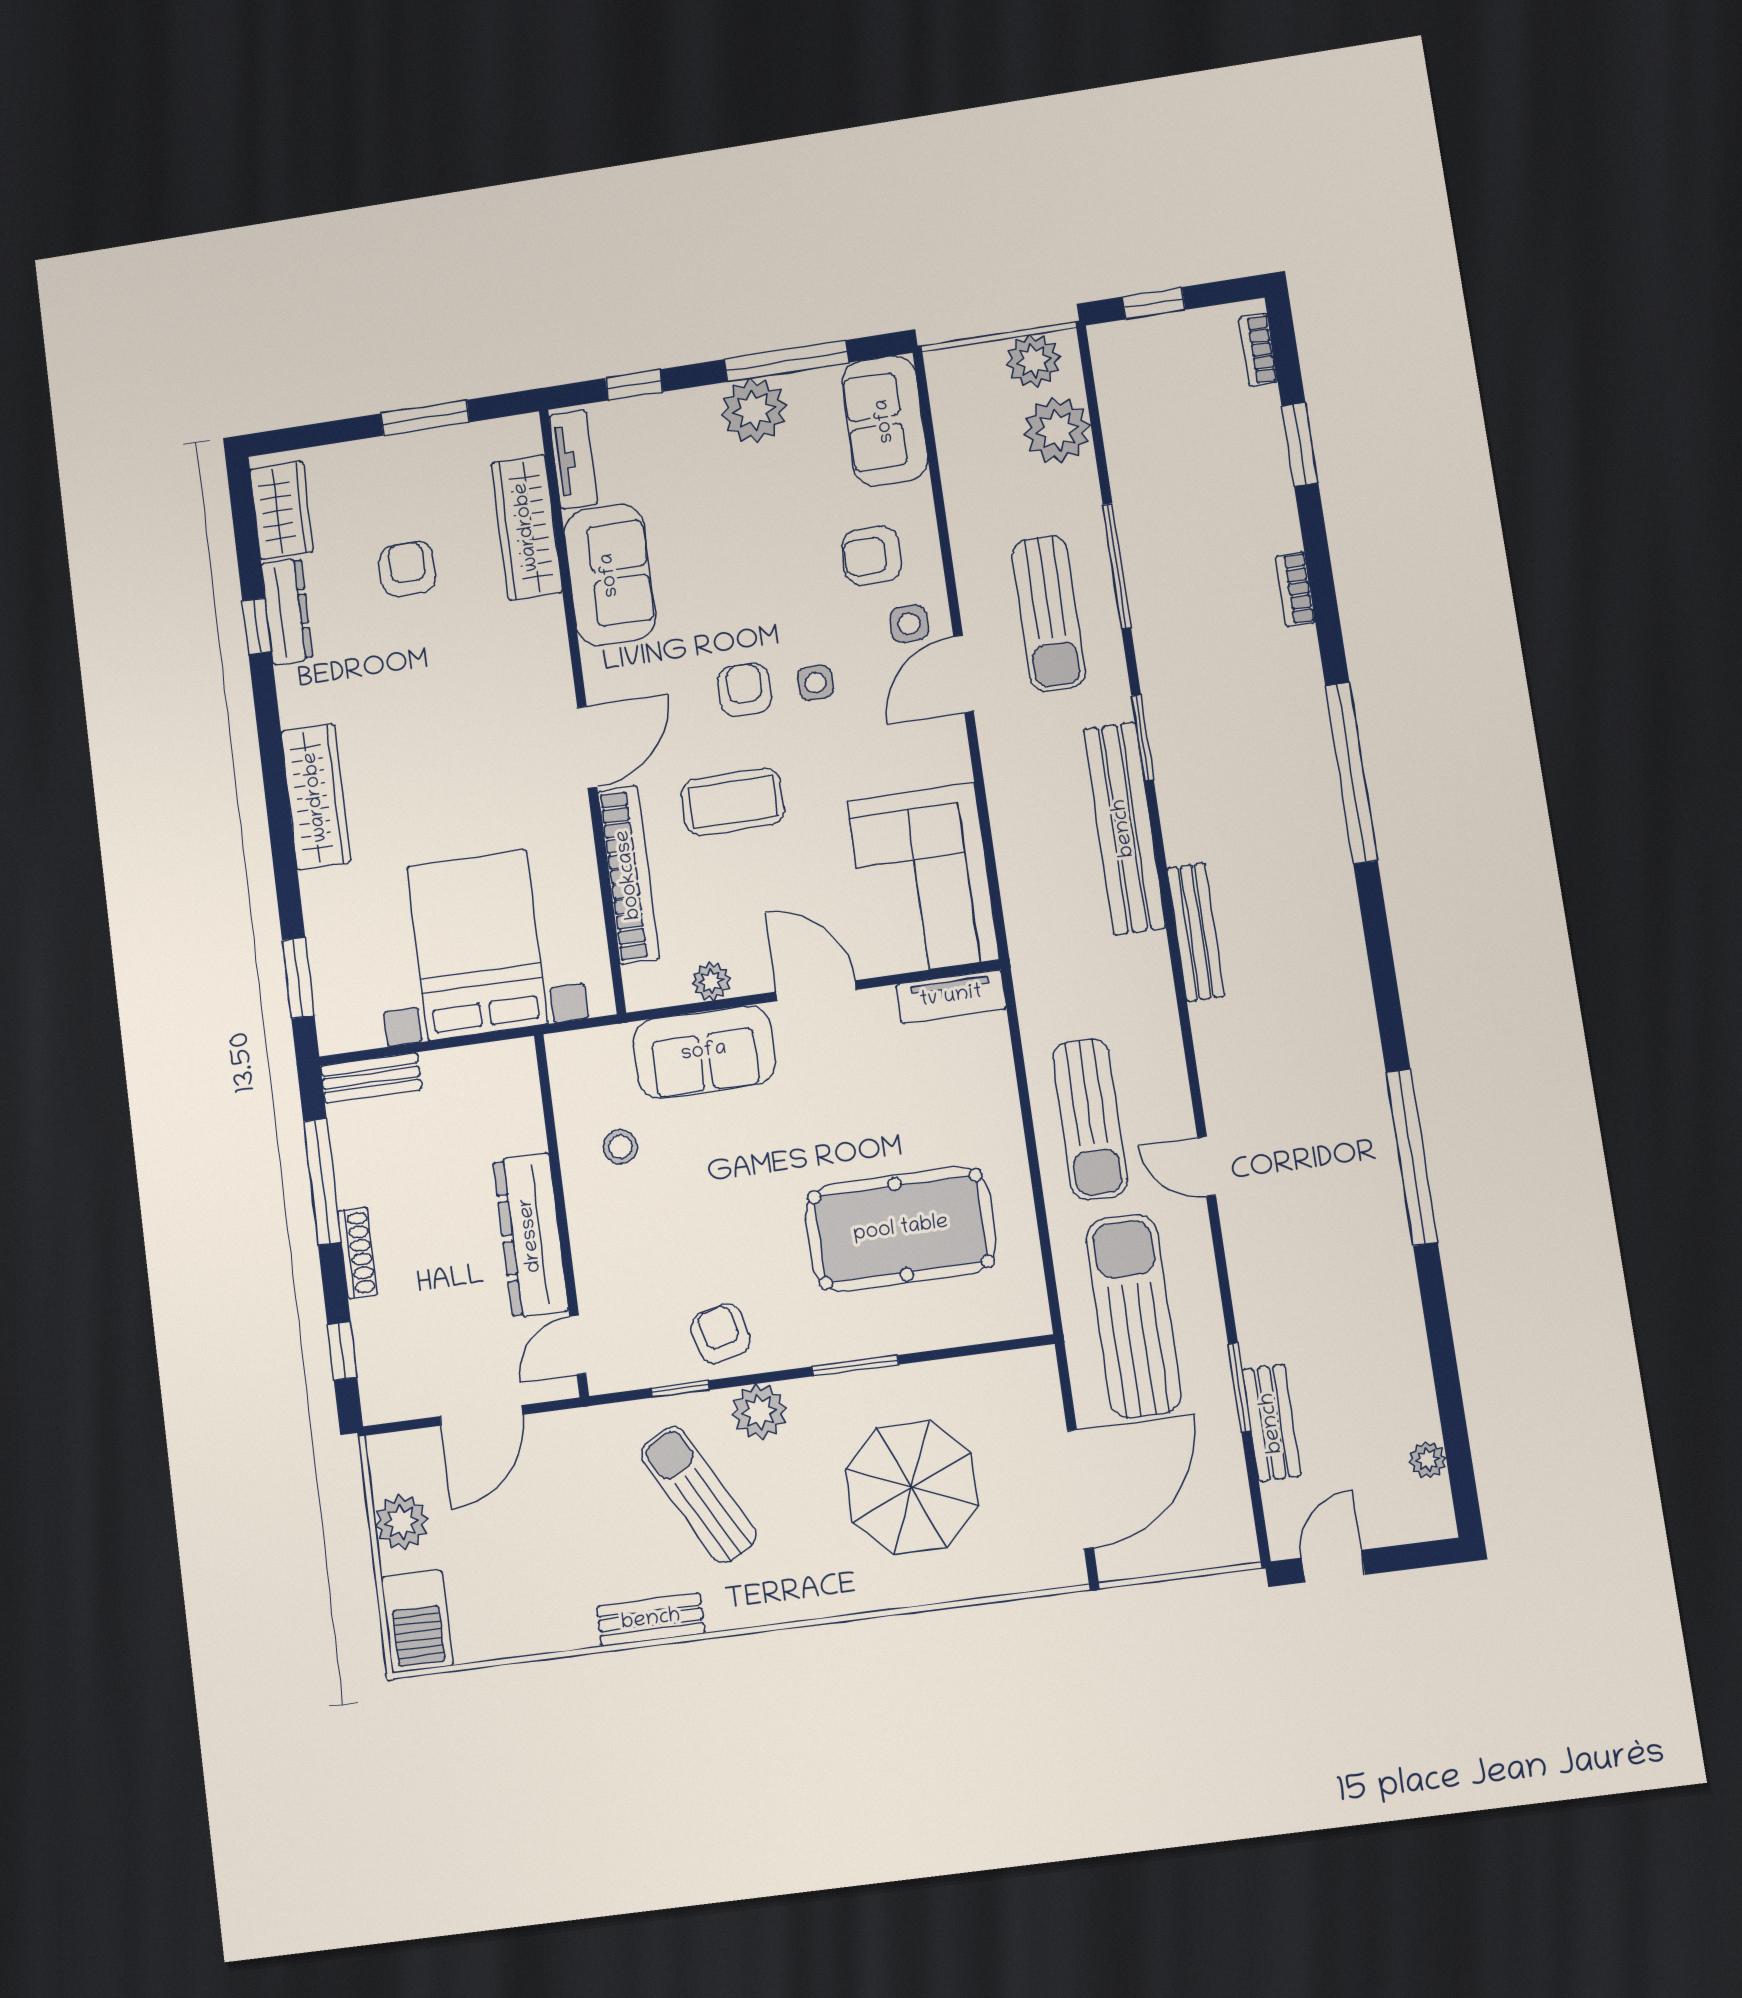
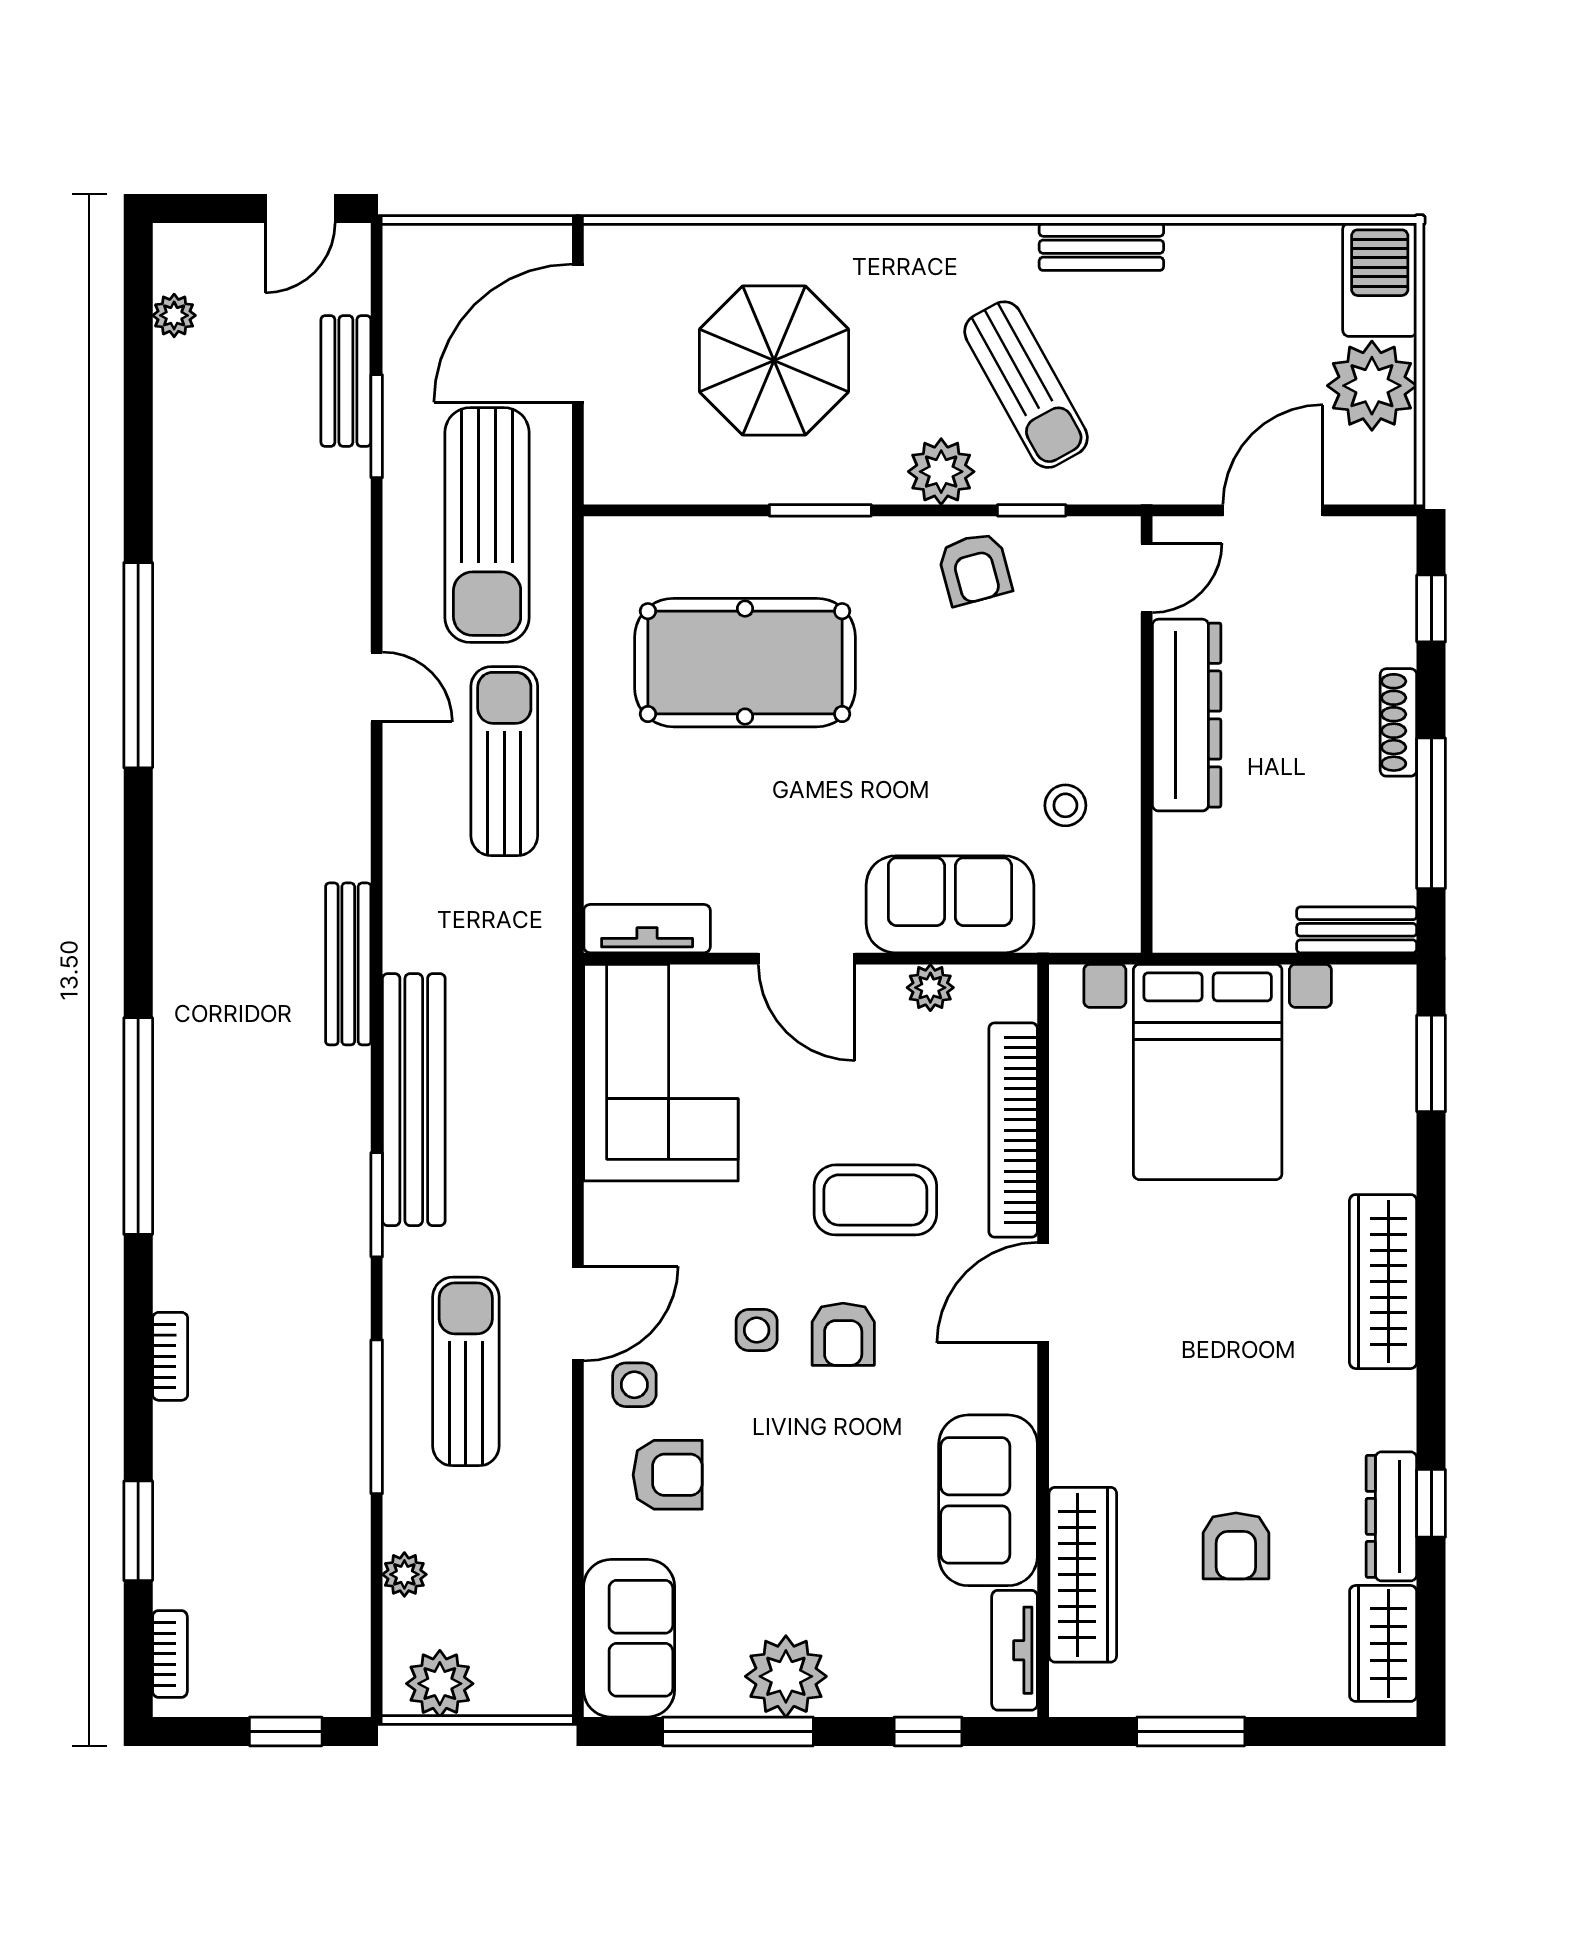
plant: (1057, 430) -> (404, 1574), width x0.53, depth x0.53
plant: (402, 1522) -> (1372, 386), width x1.36, depth x1.36

